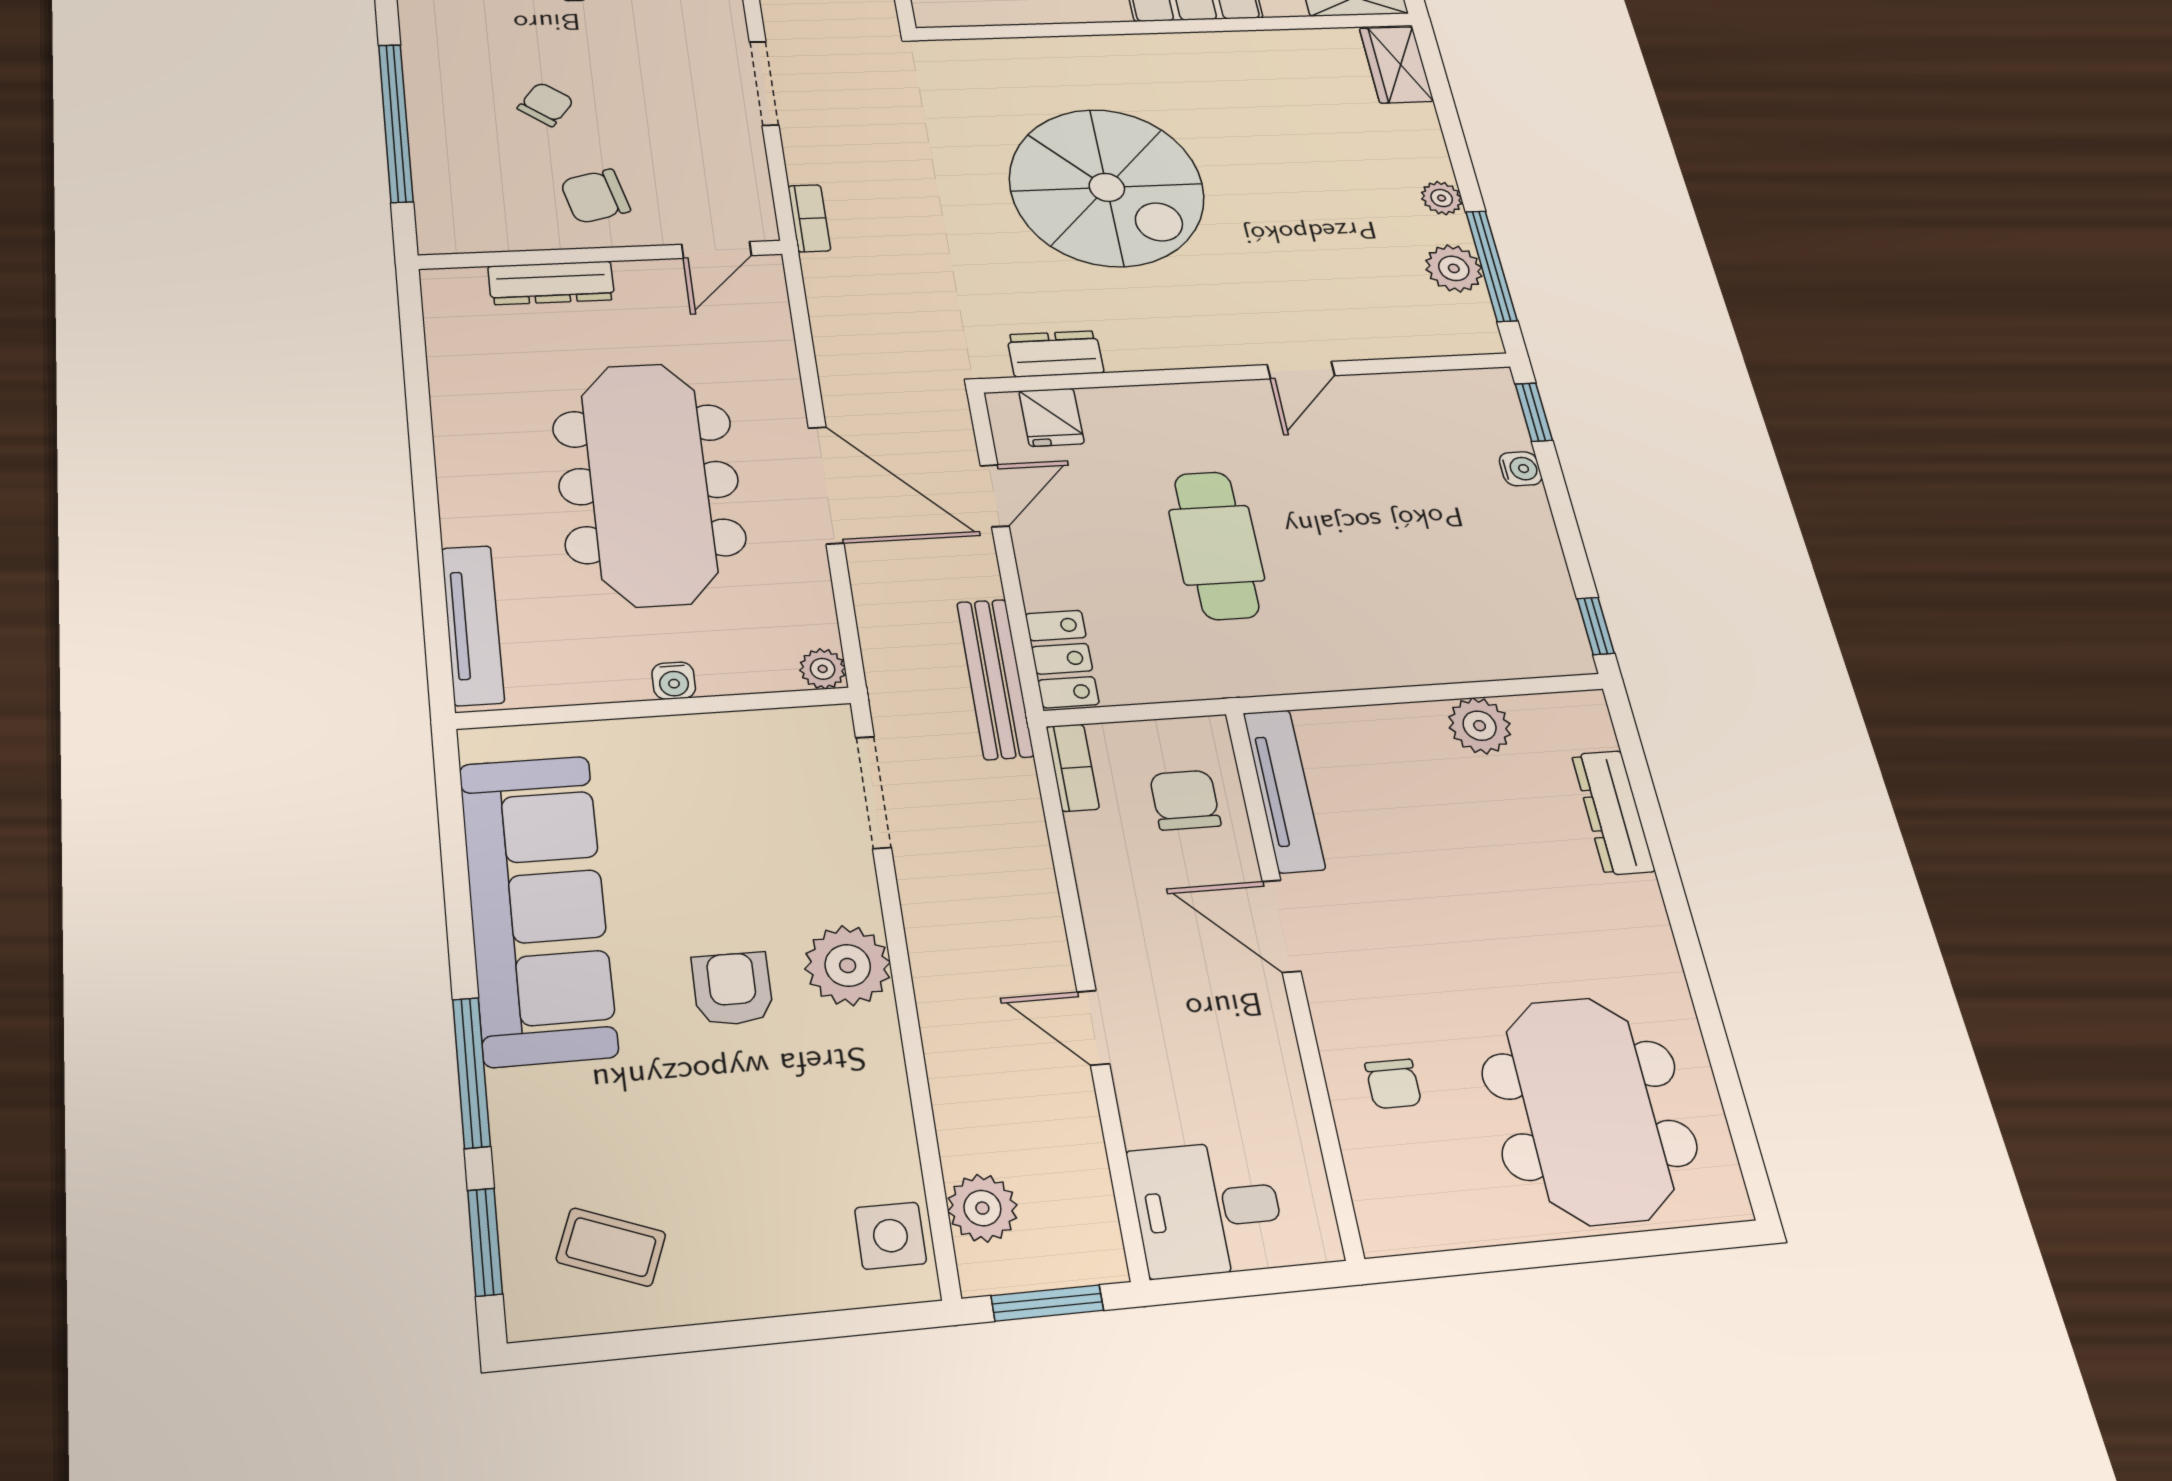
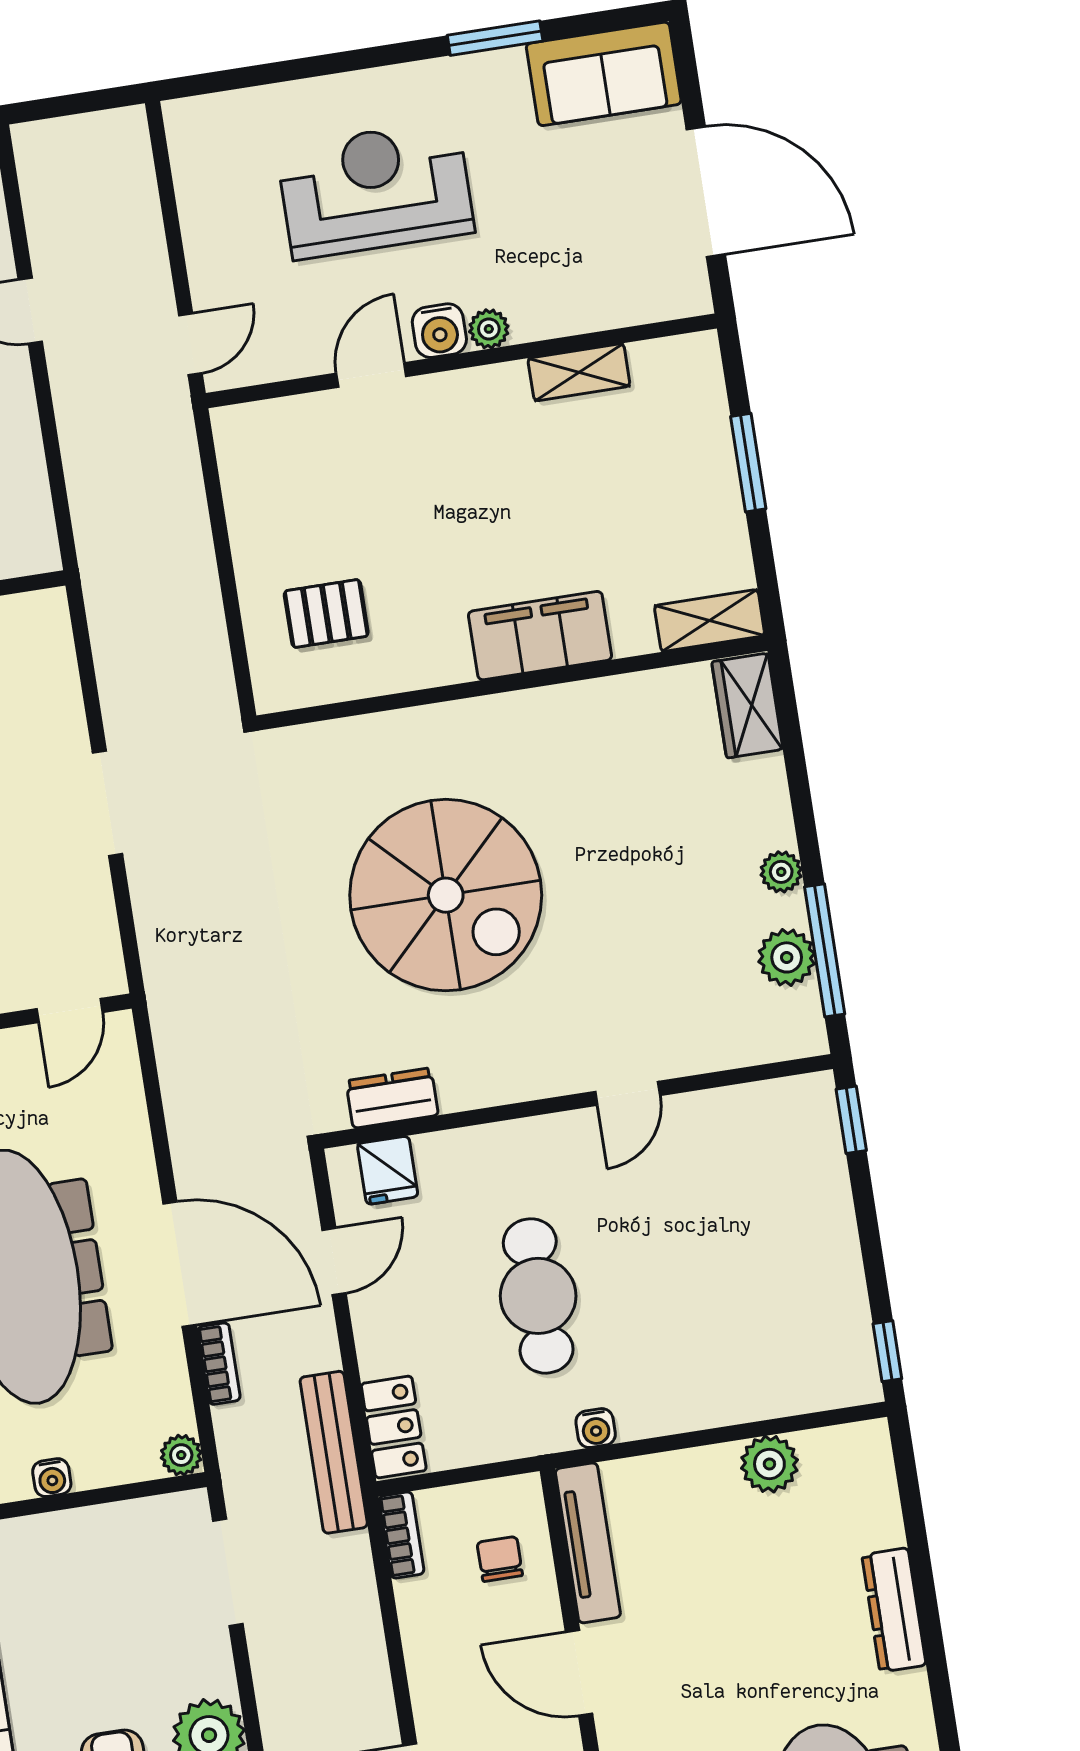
bookcase: (809, 218) -> (219, 1364), moved
water cooler: (1521, 469) -> (596, 1428), moved, turned 90
chair: (1185, 800) -> (500, 1559), width x0.73, depth x0.73
dresser: (1613, 813) -> (894, 1610), moved

